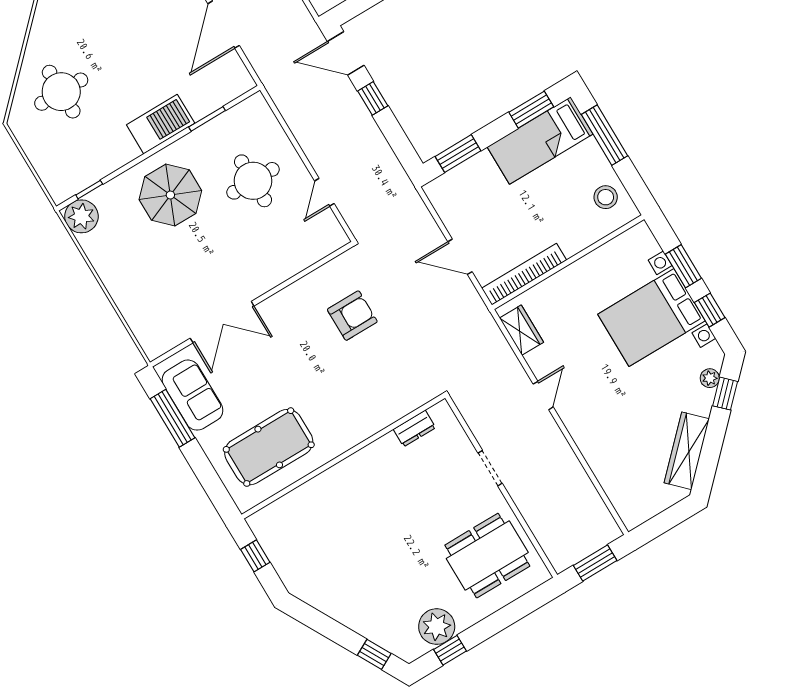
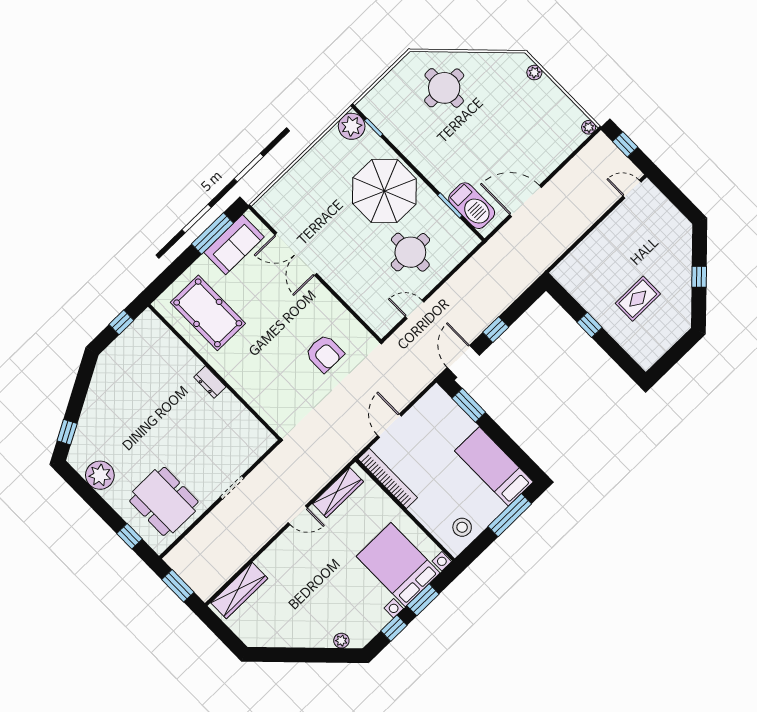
door: (346, 53) -> (463, 361), moved
window: (531, 110) -> (516, 454), removed
barbecue: (161, 124) -> (472, 206), moved
parasol: (170, 195) -> (384, 191), width x1.36, depth x1.36
bed with nightstands: (651, 318) -> (398, 565), moved
wardrobe: (521, 330) -> (338, 493), width x1.50
window: (725, 394) -> (332, 655), removed
dresser: (414, 428) -> (210, 382), moved
wardrobe: (687, 451) -> (239, 591), moved, turned 135
window: (450, 650) -> (129, 536), moved

